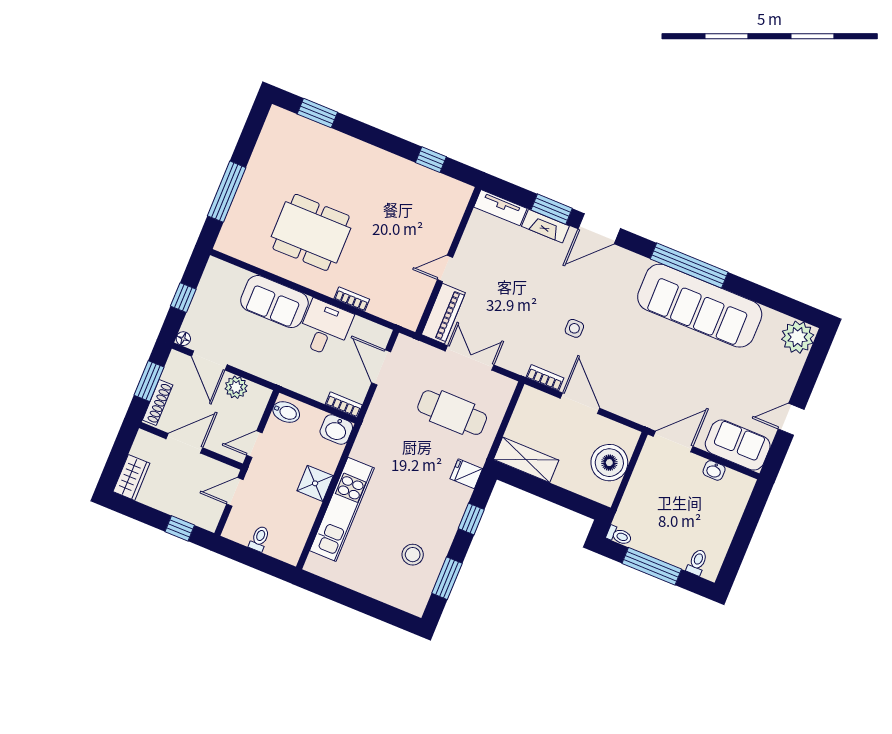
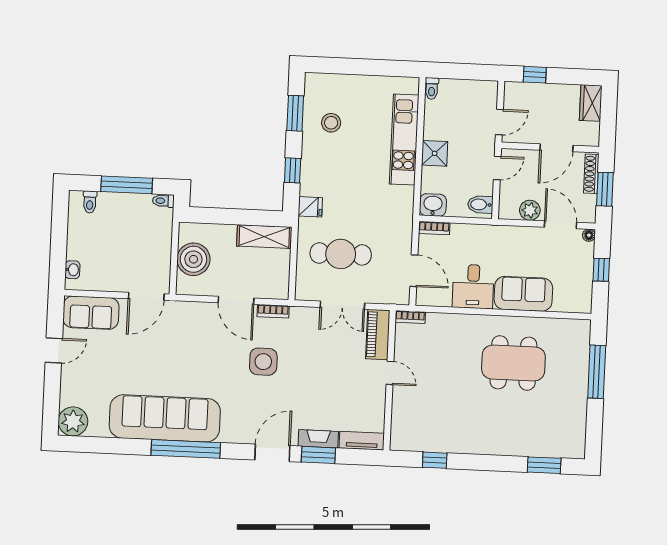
door: (445, 269) -> (390, 373), hinge flipped
bookcase: (352, 299) -> (410, 317), moved
side table: (574, 328) -> (263, 362), width x1.87, depth x1.87
washbasin: (714, 470) -> (72, 270), moved, turned 90
toilet: (259, 539) -> (432, 89), moved

